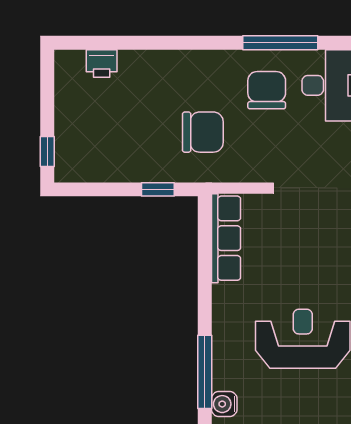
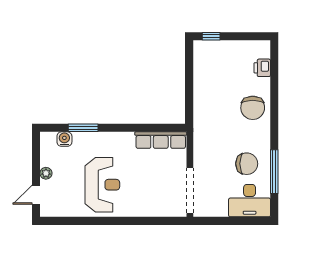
chair: (203, 132) -> (253, 108), moved
window: (158, 189) -> (189, 100), removed
window: (205, 372) -> (83, 128), width x0.69

